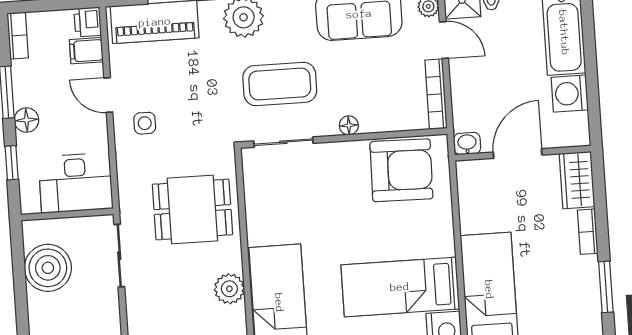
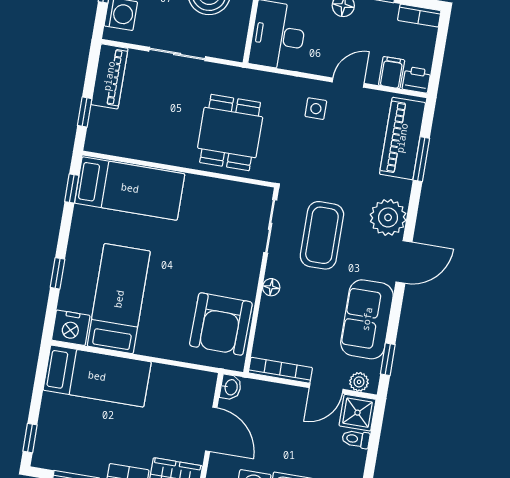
sliding door: (119, 256) -> (177, 54), moved
plant: (229, 289) -> (153, 148), removed

